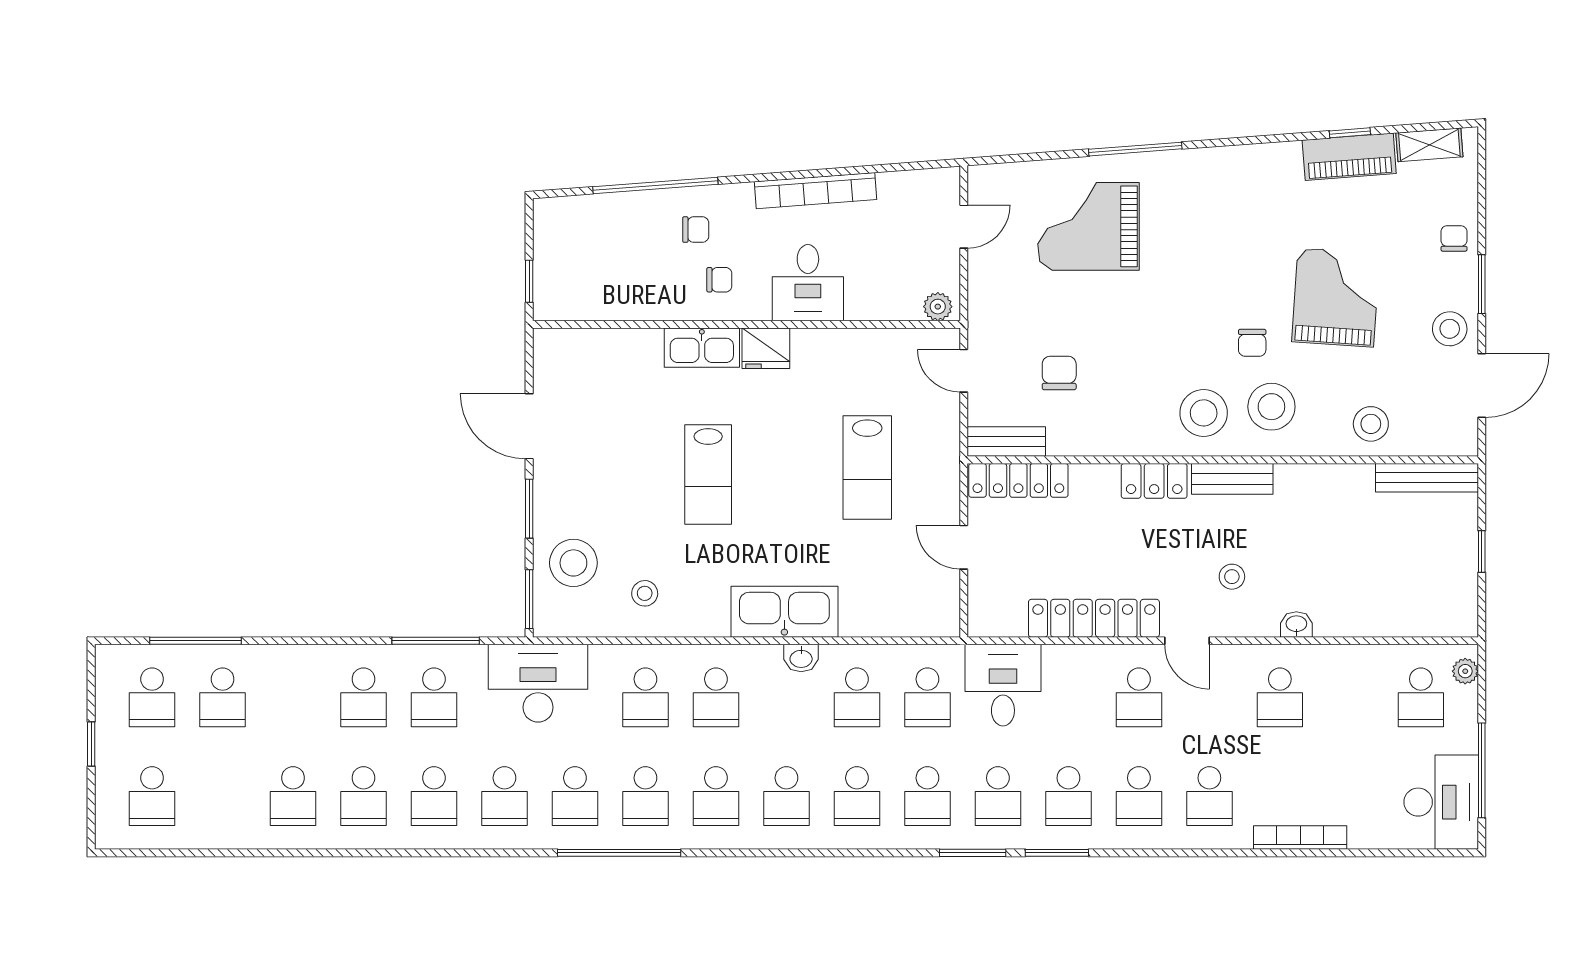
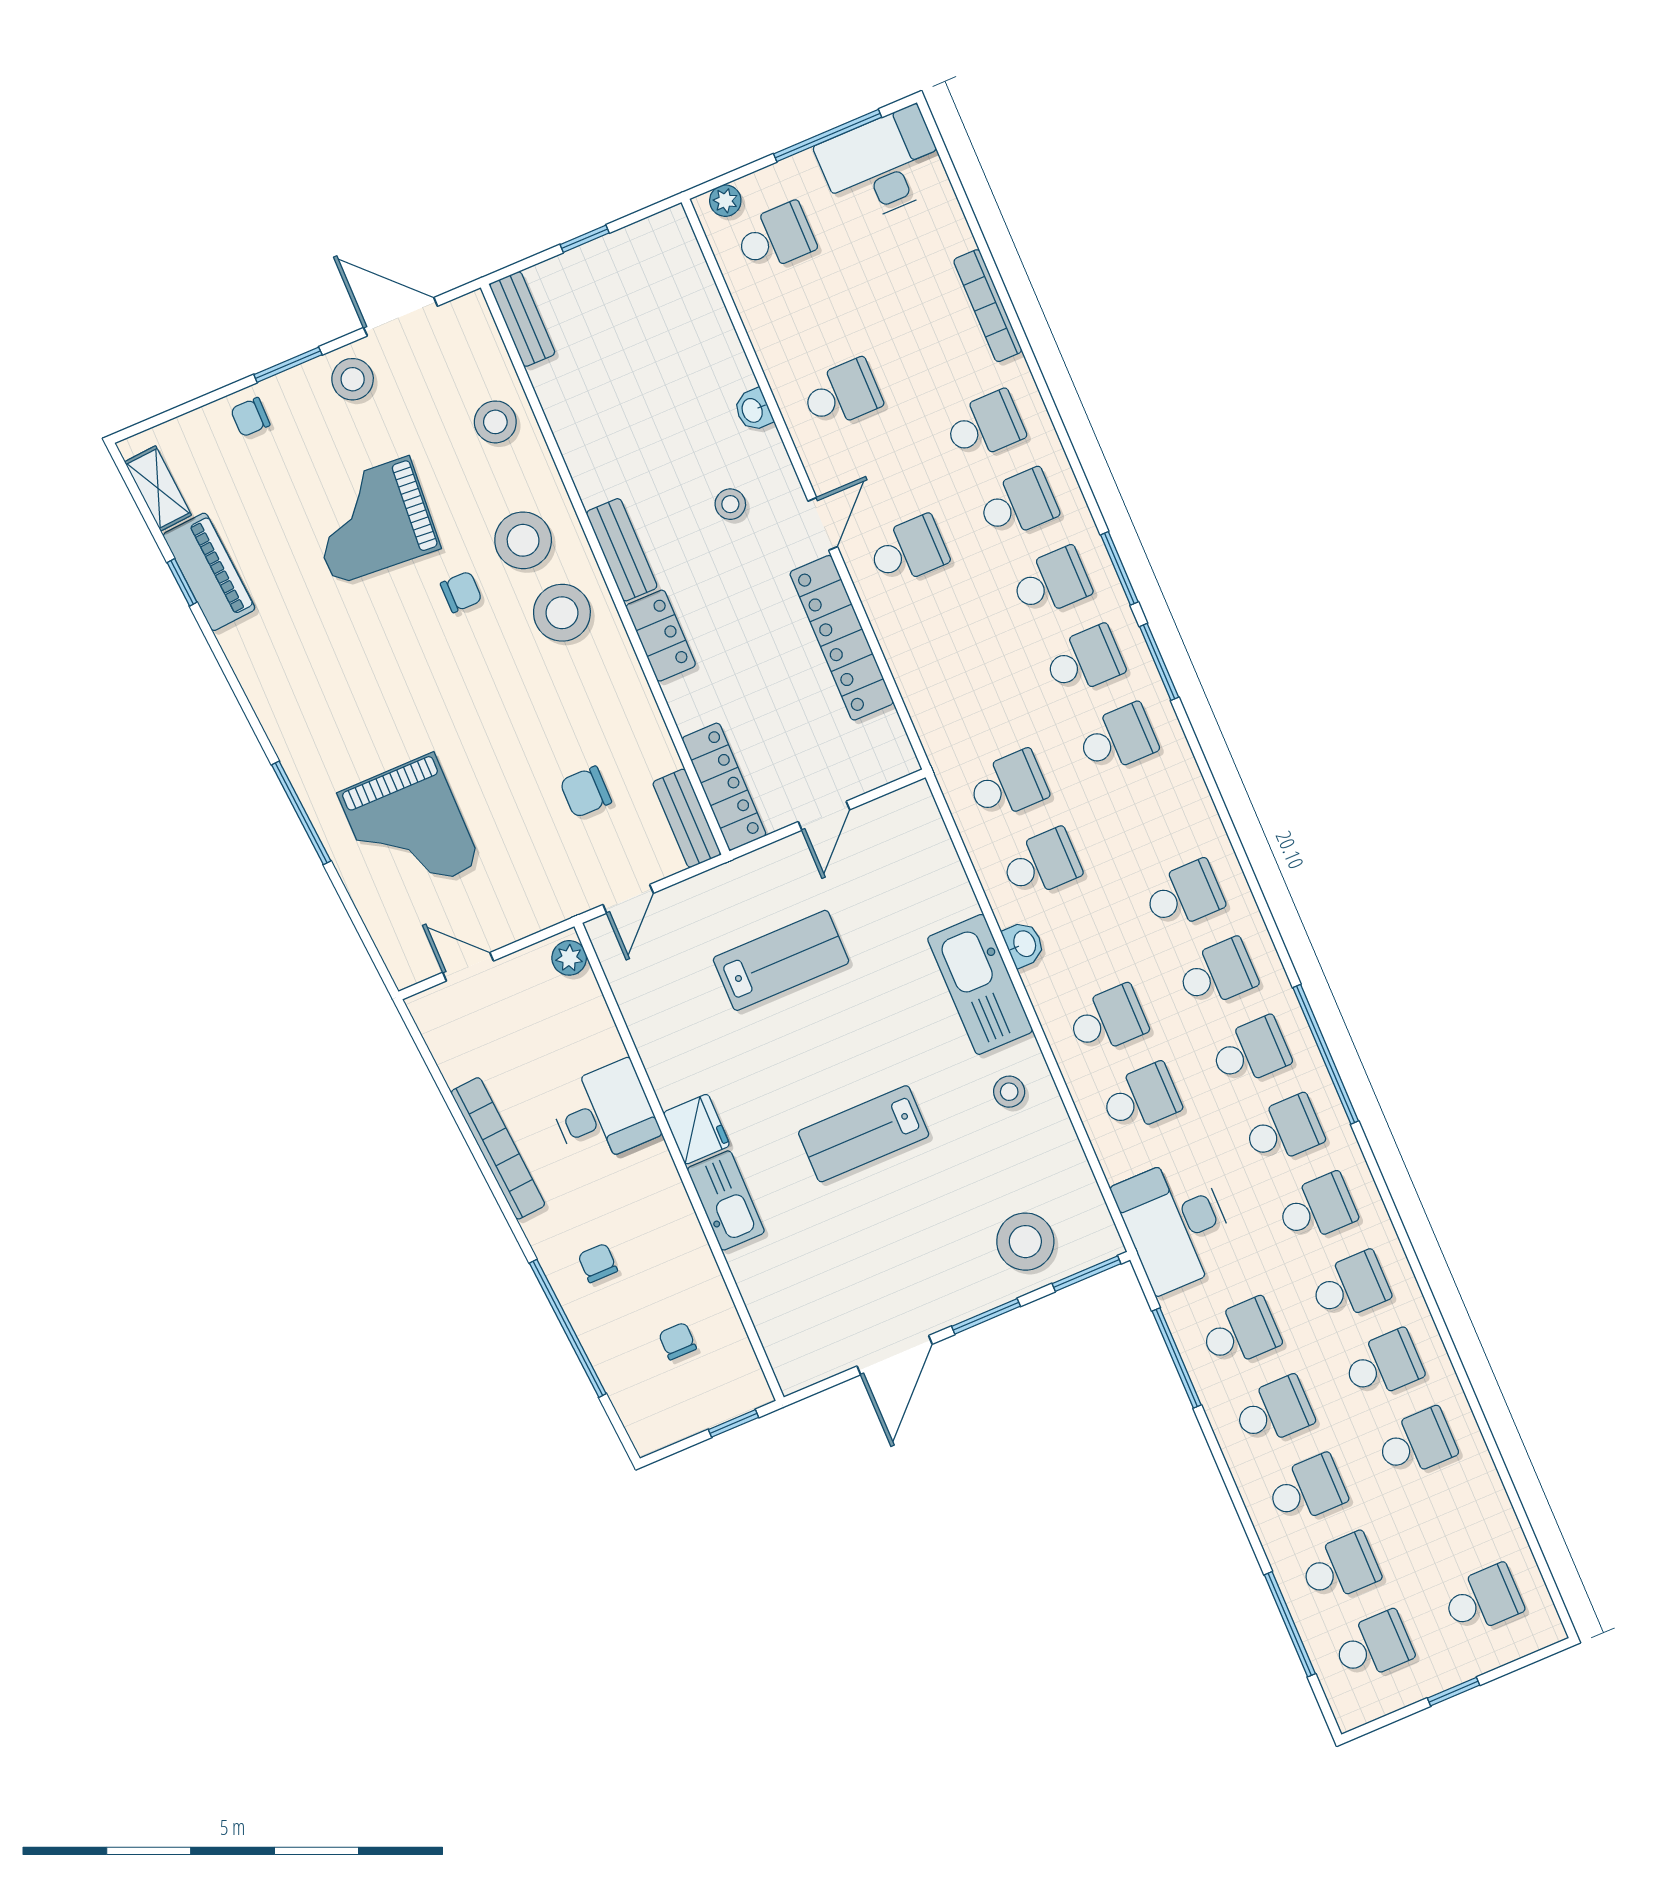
chair: (719, 280) -> (677, 1341), moved
lab bench: (708, 474) -> (864, 1134), turned 180
bench: (1427, 478) -> (522, 319), width x0.73
stool: (645, 593) -> (1009, 1092), moved
desk: (1003, 685) -> (959, 707), removed
school desk: (857, 796) -> (1307, 1489), moved

